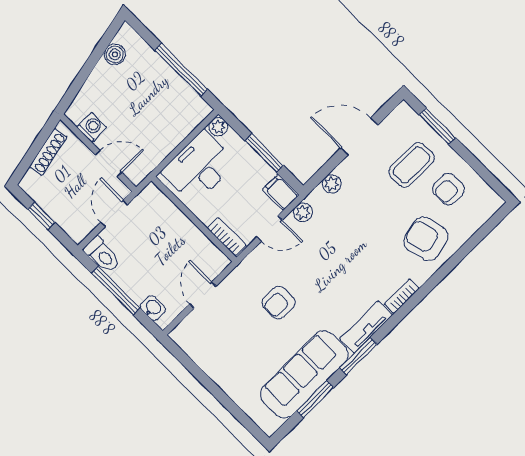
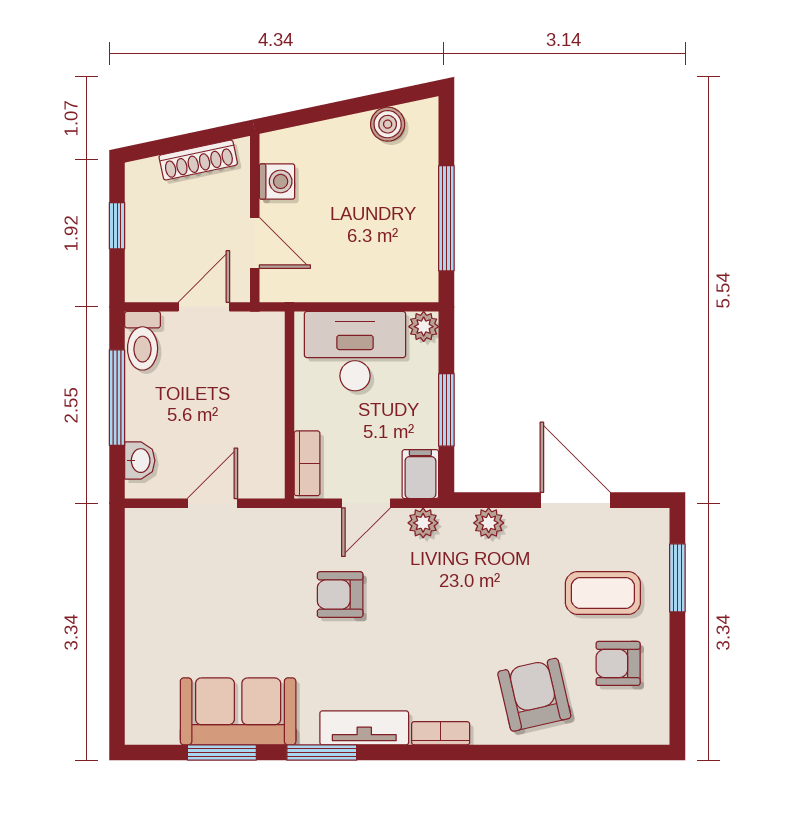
door: (270, 228) -> (366, 503), hinge flipped
armchair: (279, 303) -> (340, 595), moved
sofa: (304, 374) -> (238, 711), width x0.73

